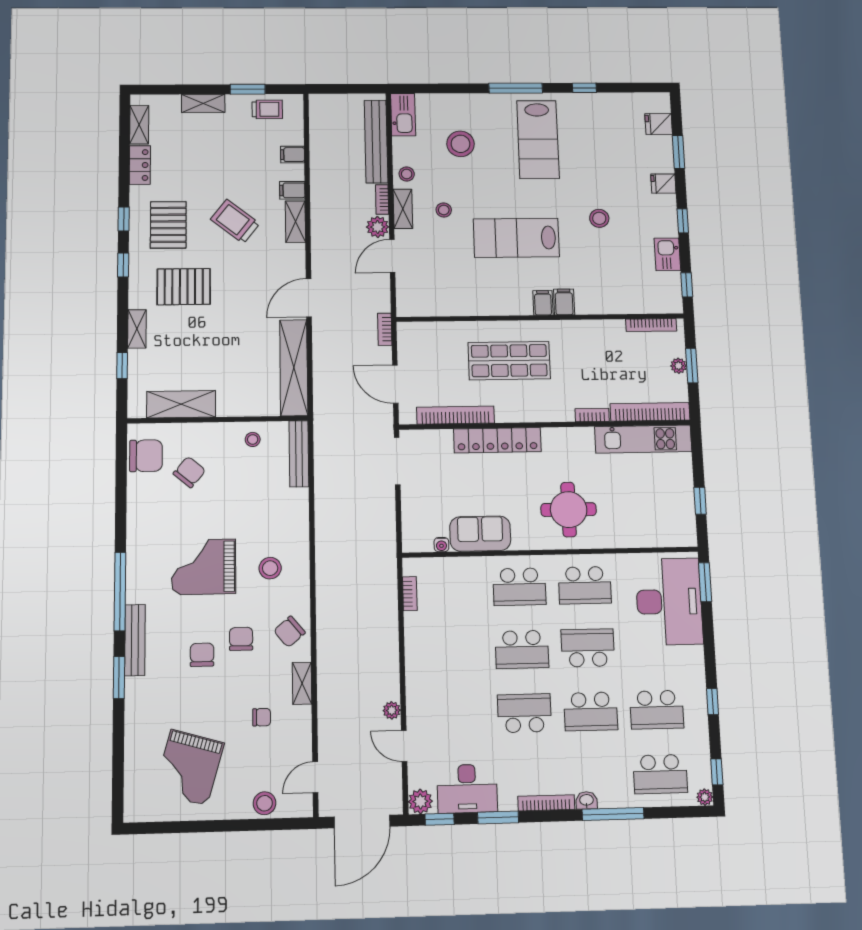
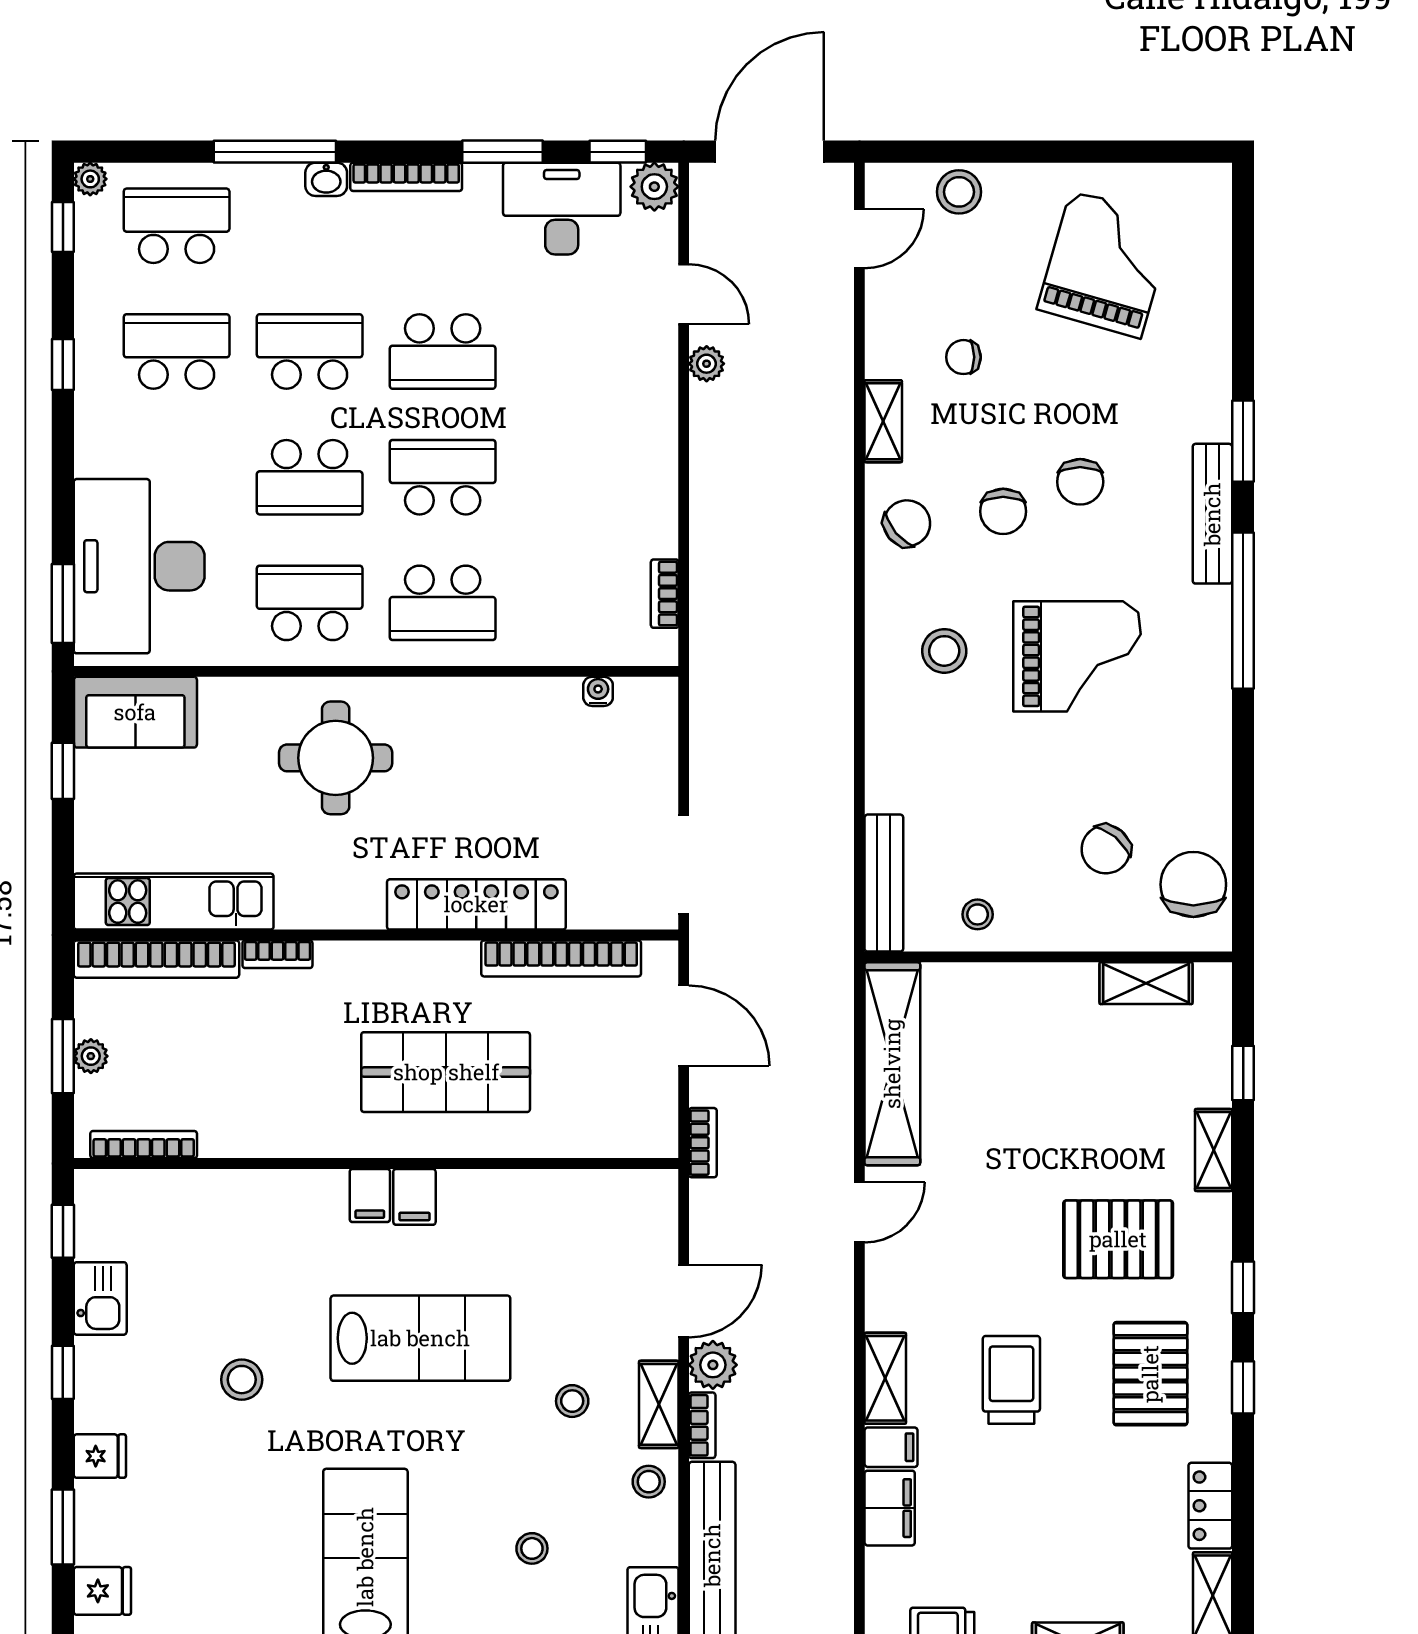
stool: (461, 144) -> (532, 1548), width x0.53, depth x0.53
filing cabinet: (293, 155) -> (890, 1508), width x2.00
trolley: (235, 221) -> (1011, 1380), turned -128
door: (309, 298) -> (859, 1212), width x0.73
filing cabinet: (564, 302) -> (414, 1197), moved
shelving: (181, 404) -> (1146, 983), width x0.67, depth x0.75
chair: (146, 456) -> (1193, 884), turned 90
sofa: (480, 534) -> (135, 712), moved
school desk: (519, 587) -> (443, 603), turned 180

